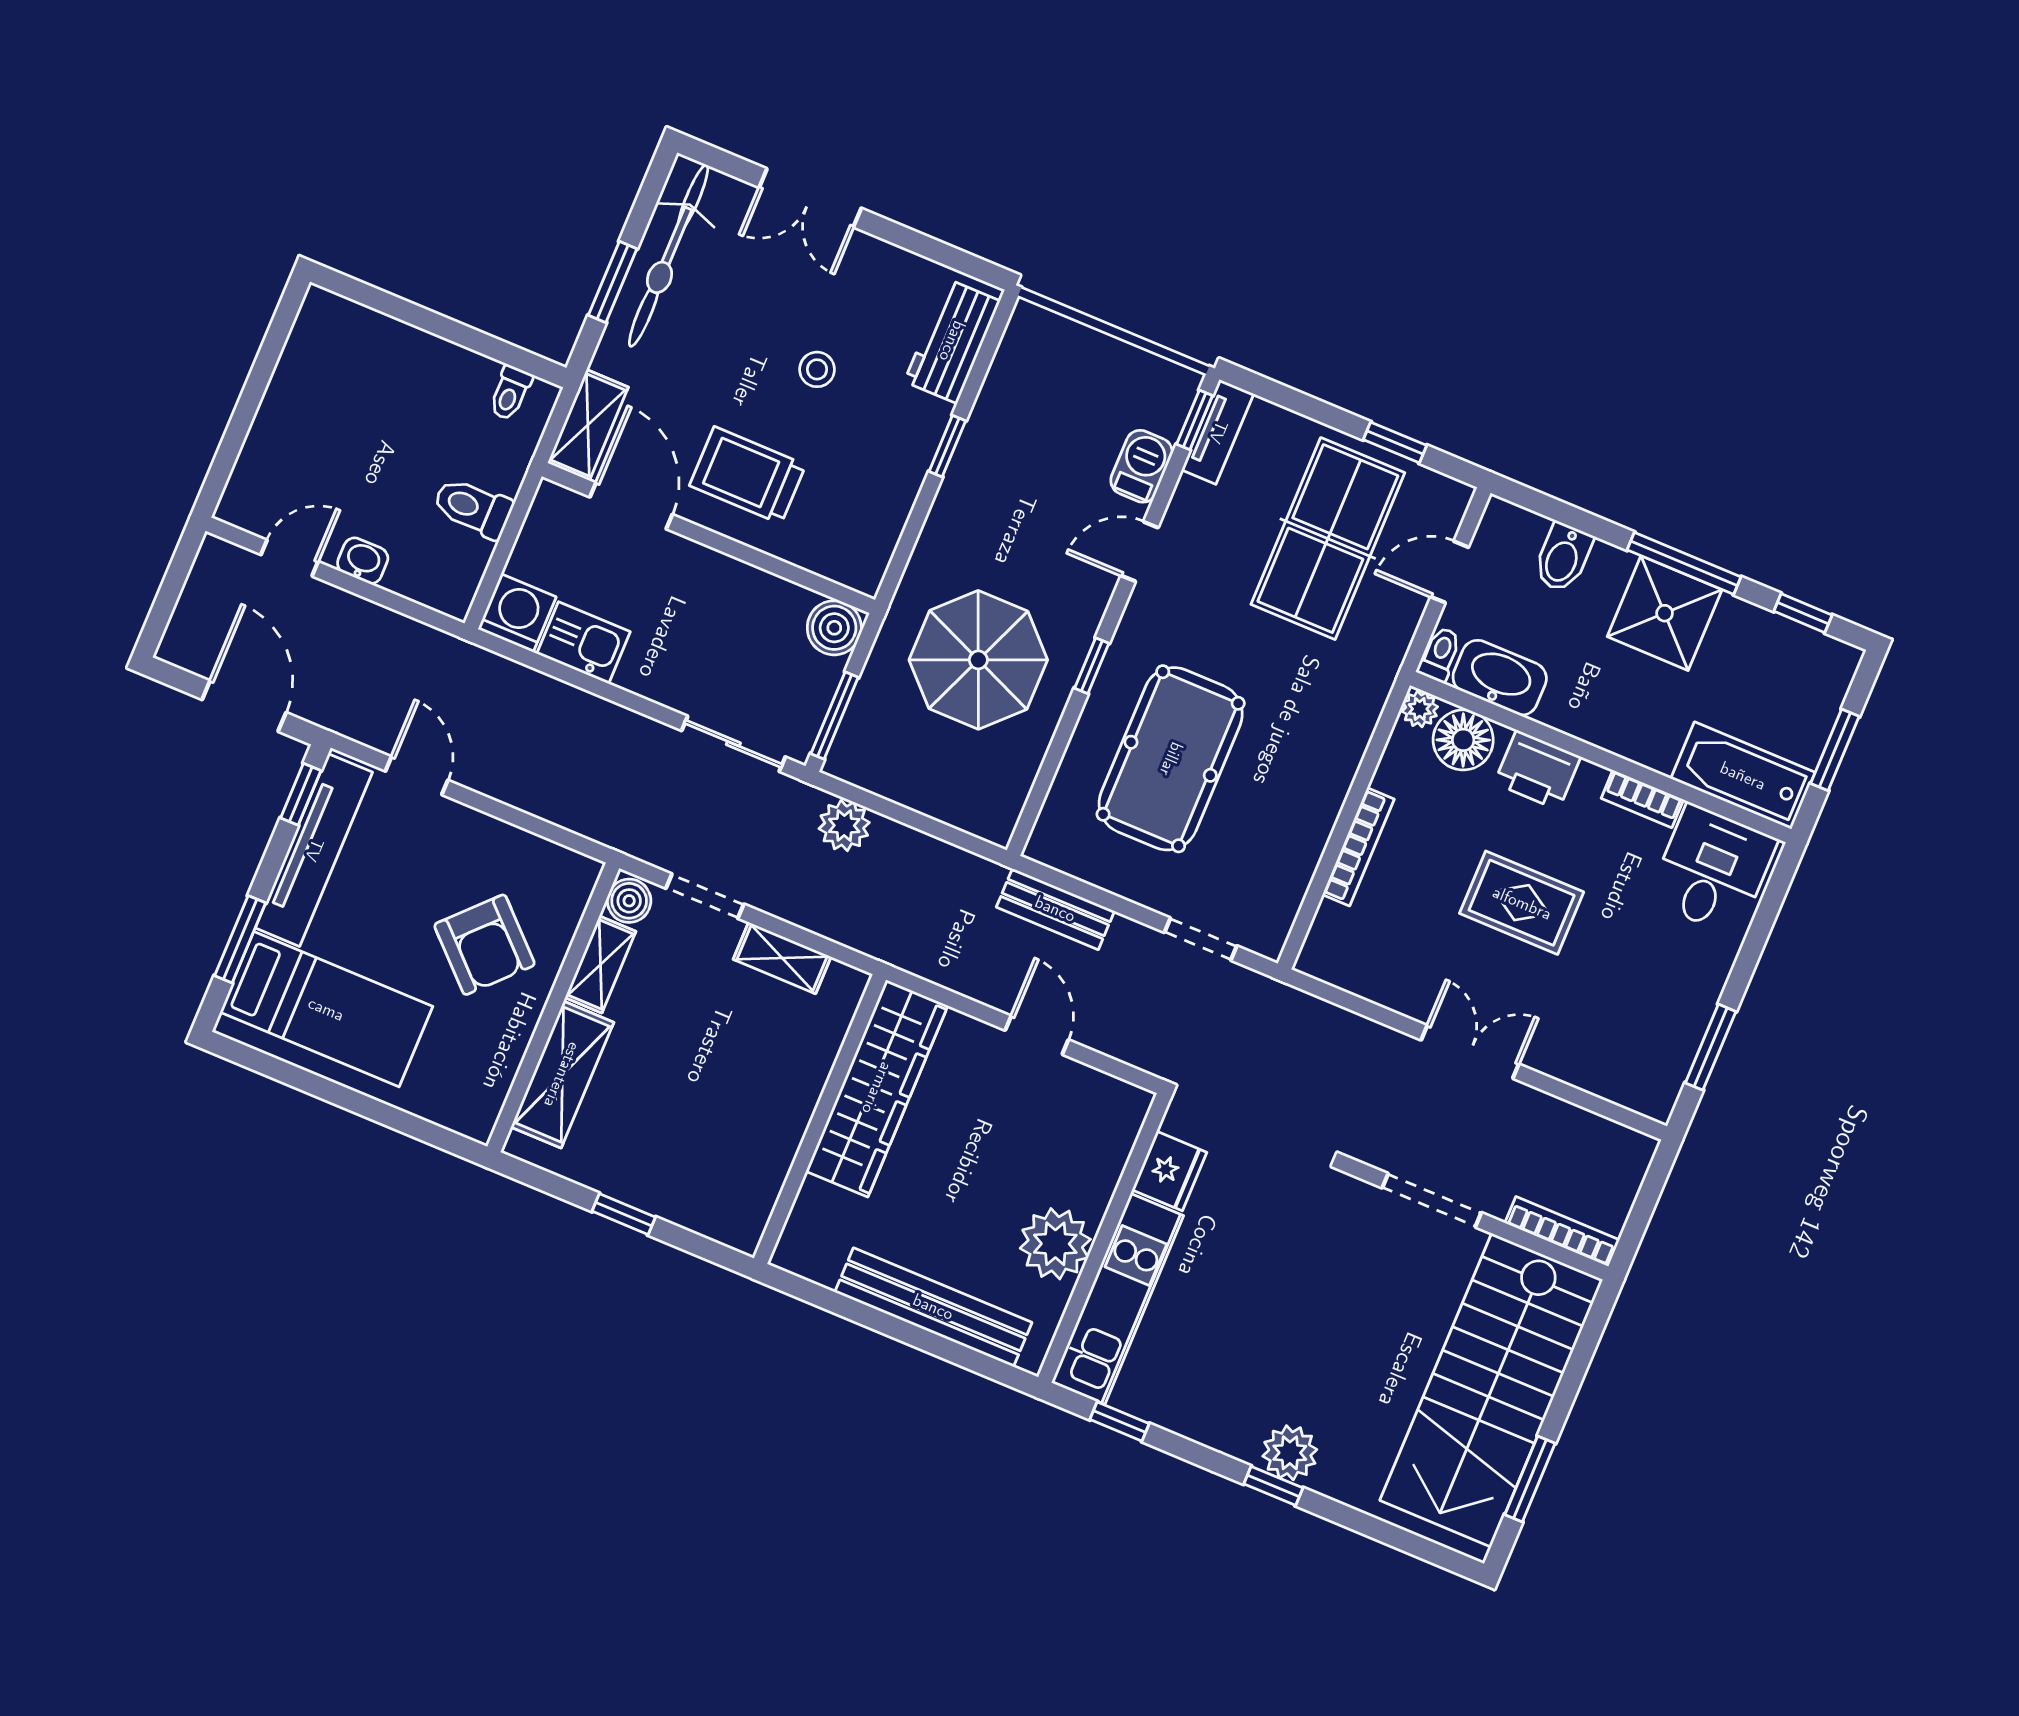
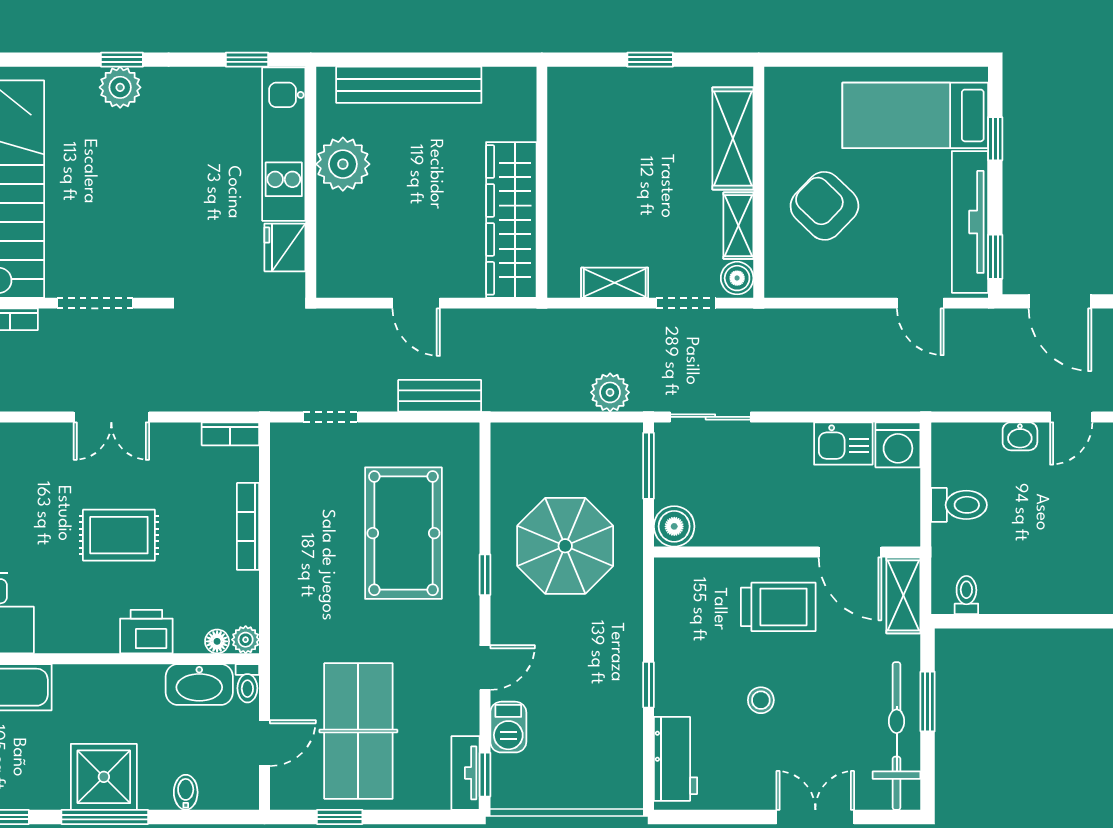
bidet: (1563, 557) -> (186, 792), width x0.72, depth x0.74
floor lamp: (1463, 740) -> (217, 641), width x0.53, depth x0.53
bookcase: (1642, 799) -> (230, 434), moved, turned 180
window: (240, 939) -> (995, 139), width x0.67

